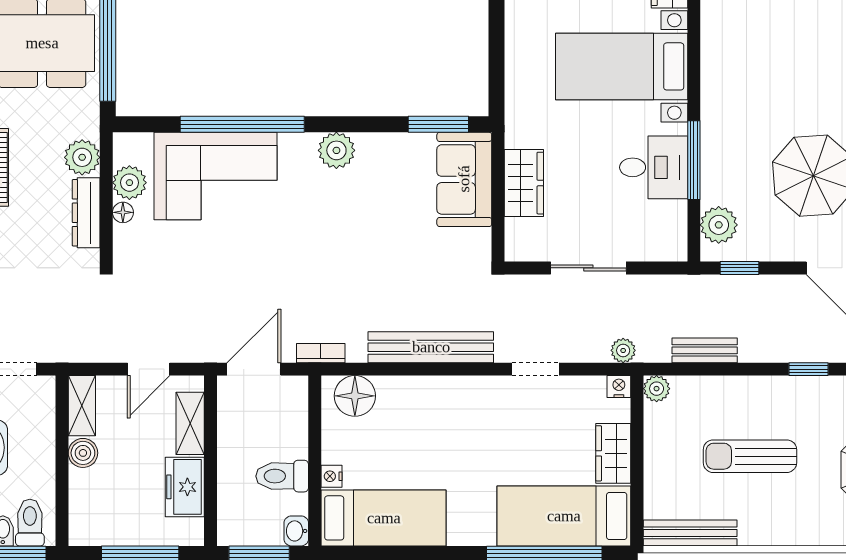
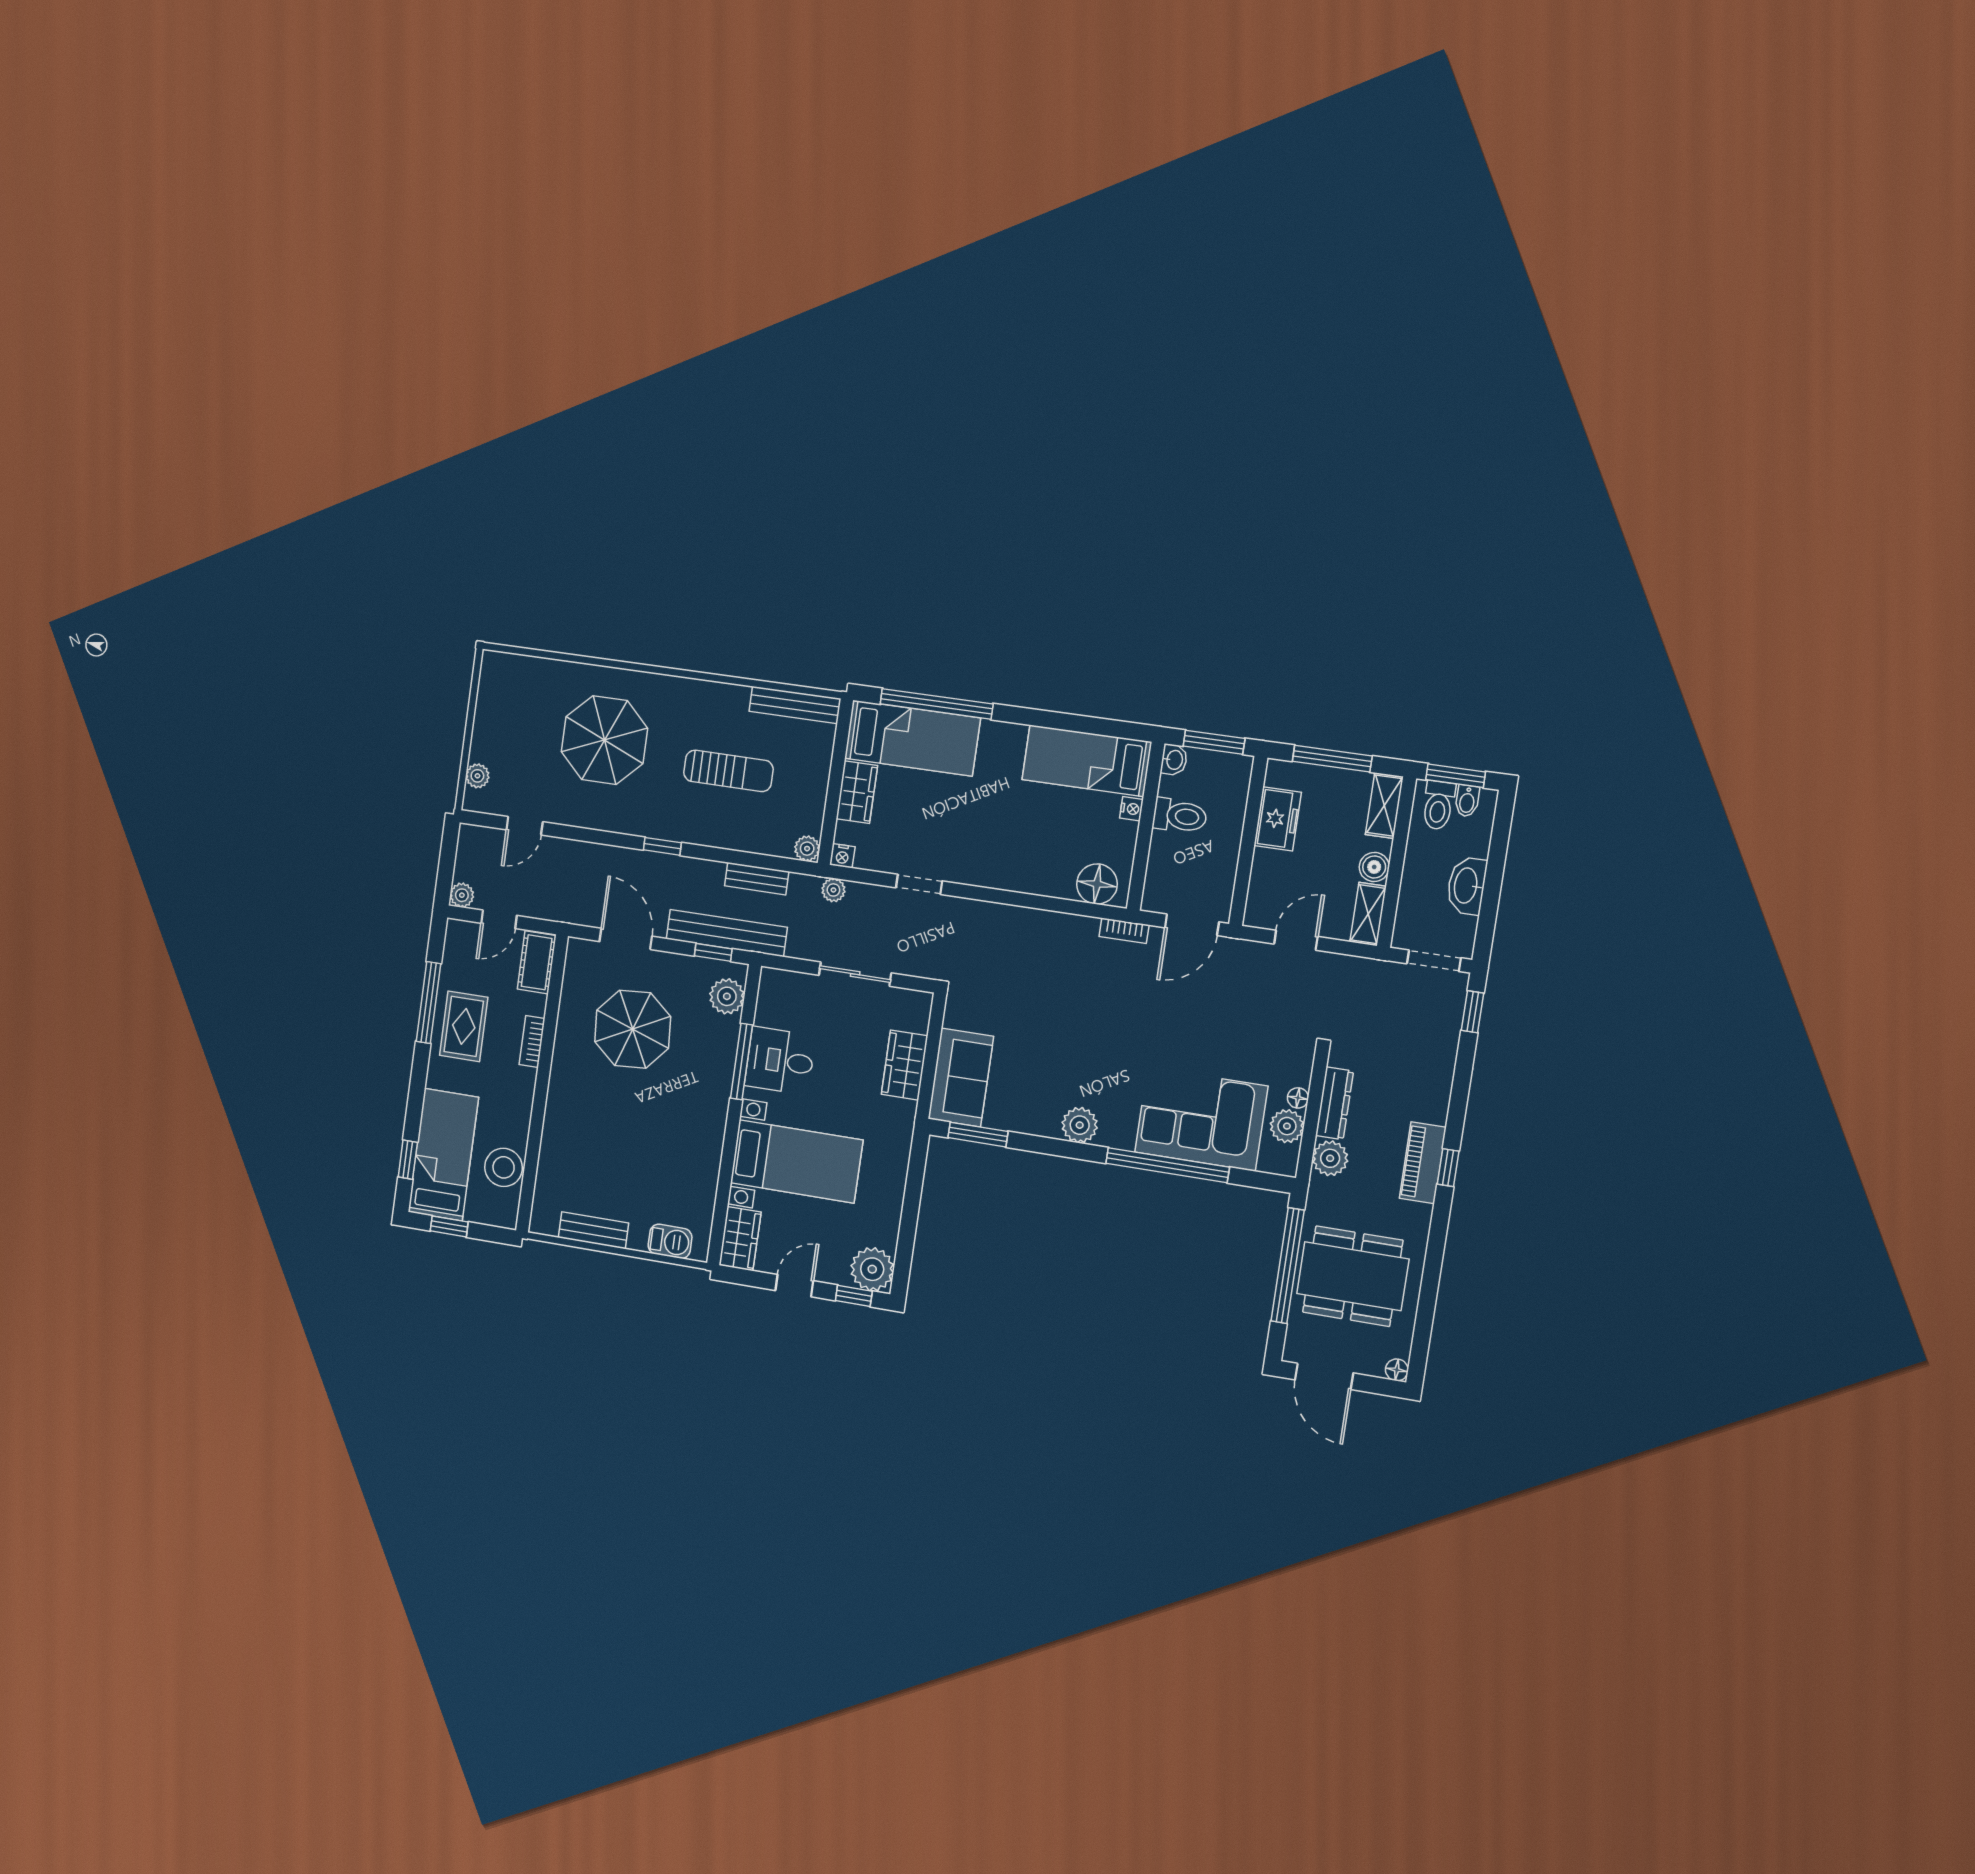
bench: (431, 347) -> (727, 933), moved
shelving: (190, 423) -> (1384, 806), moved

